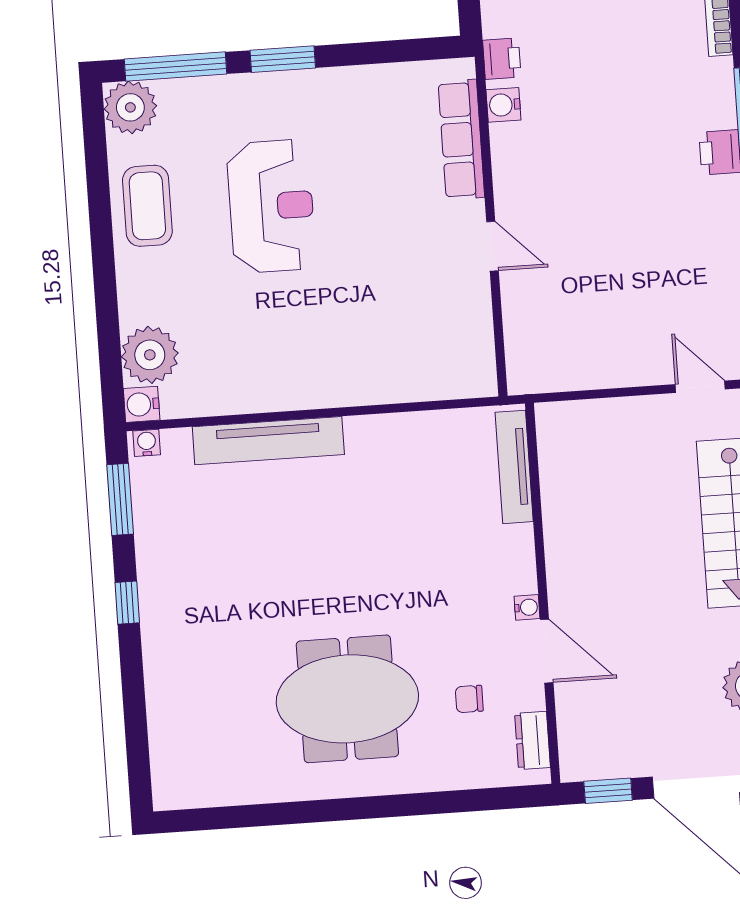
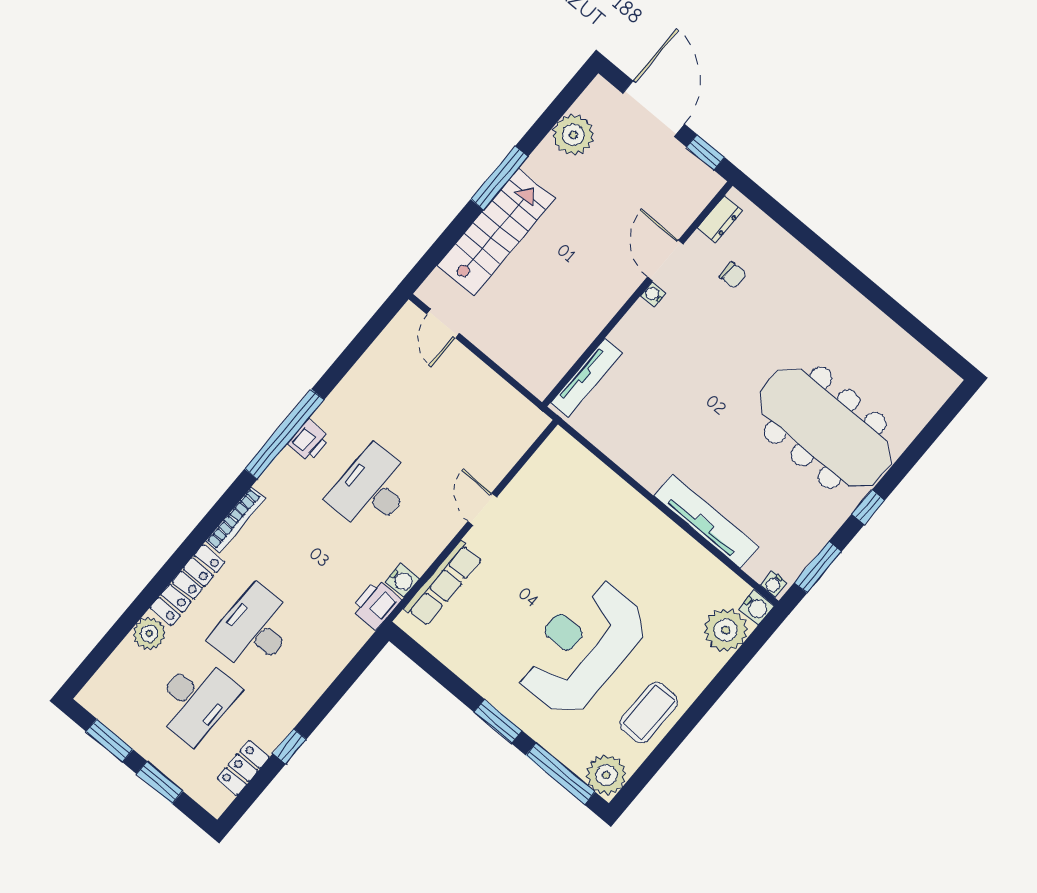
printer: (502, 59) -> (376, 604), width x1.36, depth x1.24
desk: (616, 164) -> (372, 489), added
reception desk: (271, 206) -> (582, 647), width x1.36, depth x1.30
meeting table: (347, 699) -> (825, 428), moved, width x1.36

